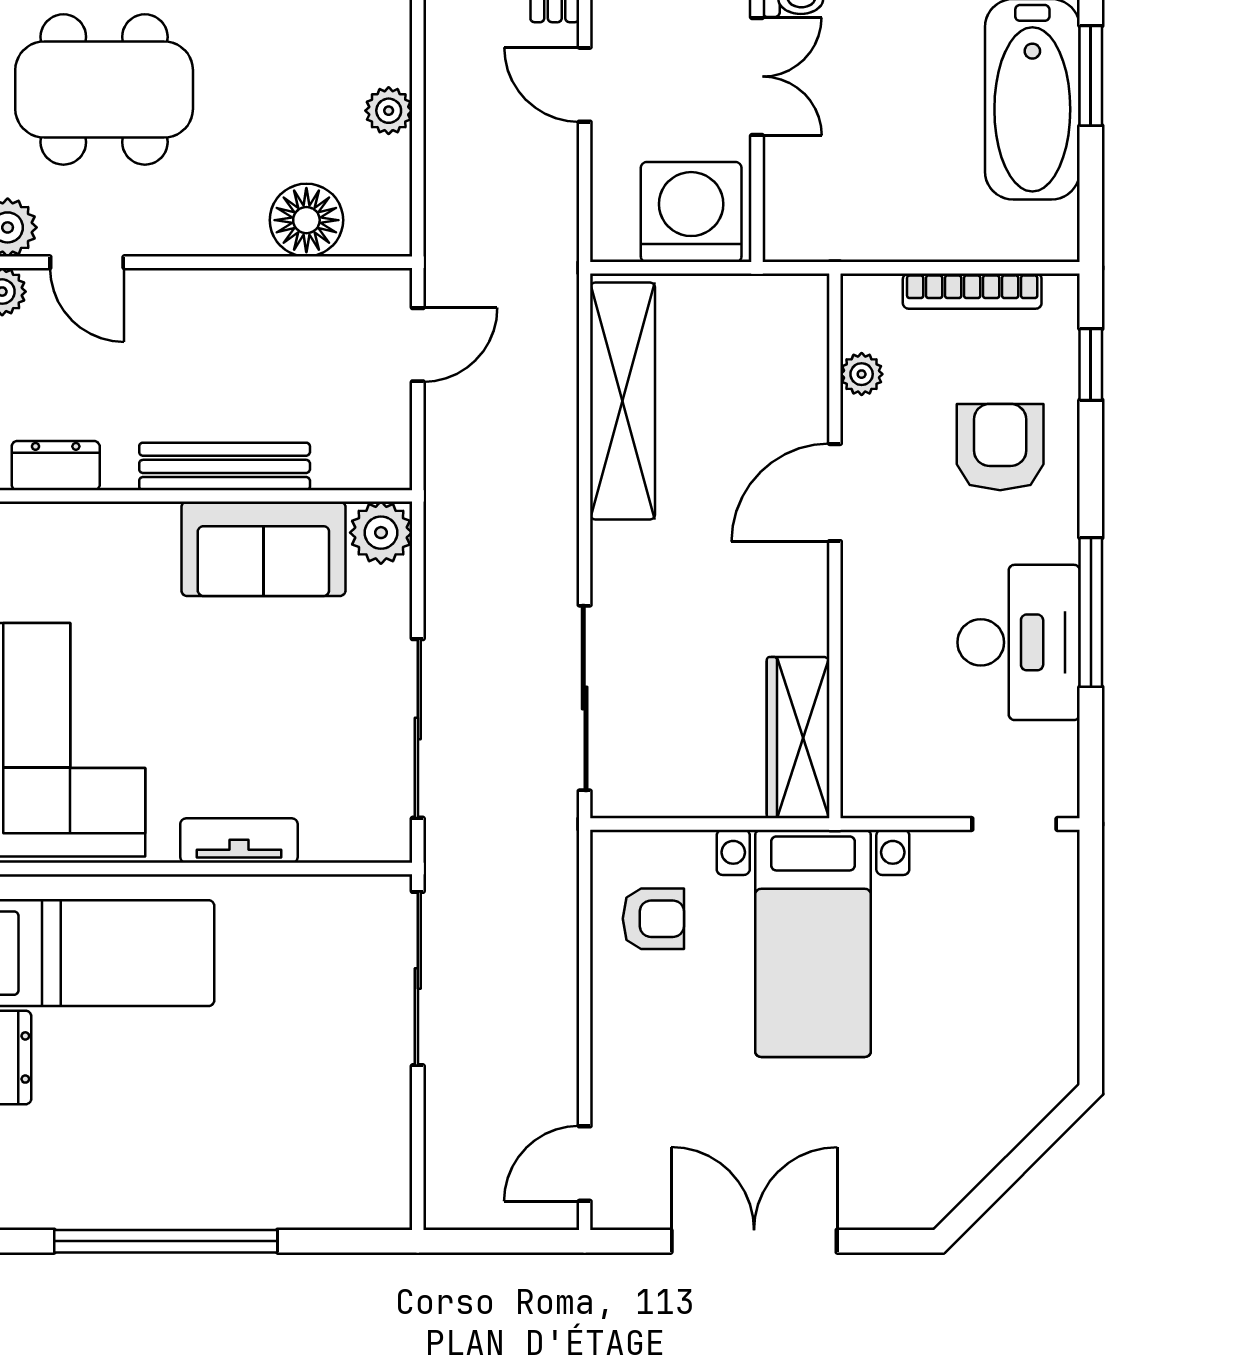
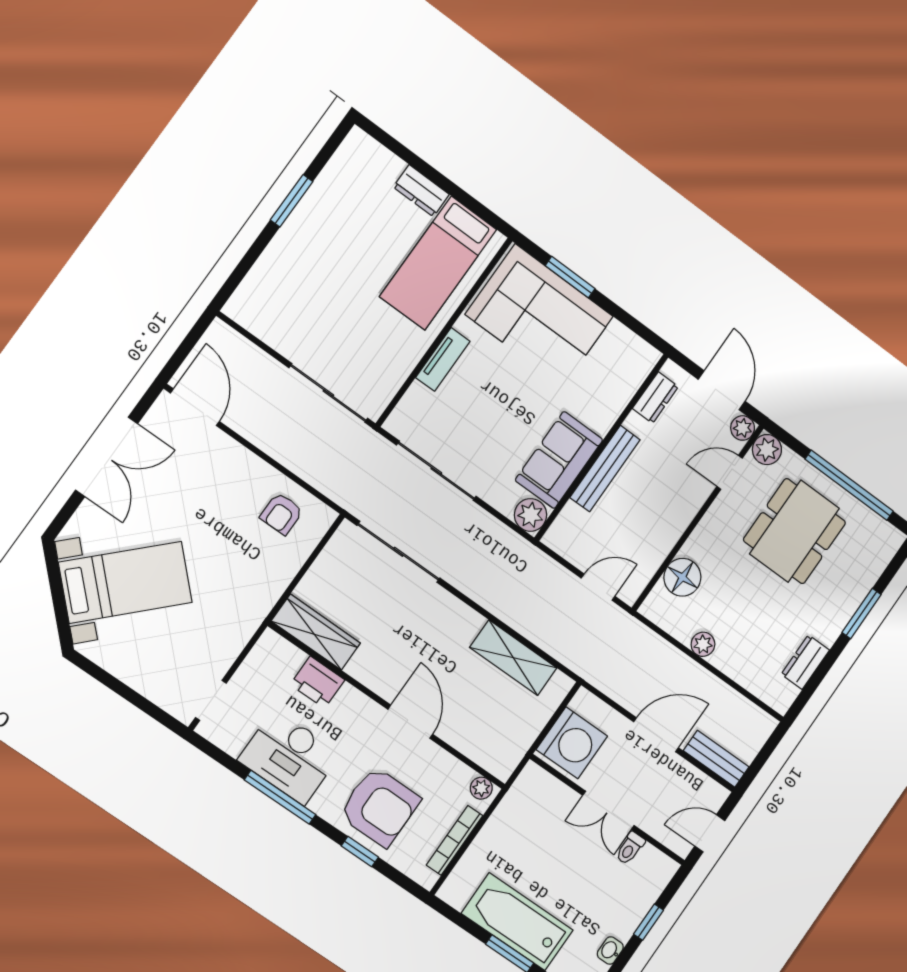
door: (585, 85) -> (656, 735), width x1.38
door: (418, 345) -> (598, 587), swing flipped
window: (1091, 364) -> (360, 852), moved
plant: (862, 374) -> (481, 788), moved
shelving: (623, 401) -> (513, 658), width x0.68
armchair: (1000, 447) -> (380, 807), width x1.36, depth x1.36
printer: (874, 681) -> (317, 682), added
bed with nightstands: (813, 943) -> (125, 582), moved, turned 135
door: (585, 1164) -> (195, 407), width x1.38
window: (166, 1241) -> (292, 201), width x0.47

